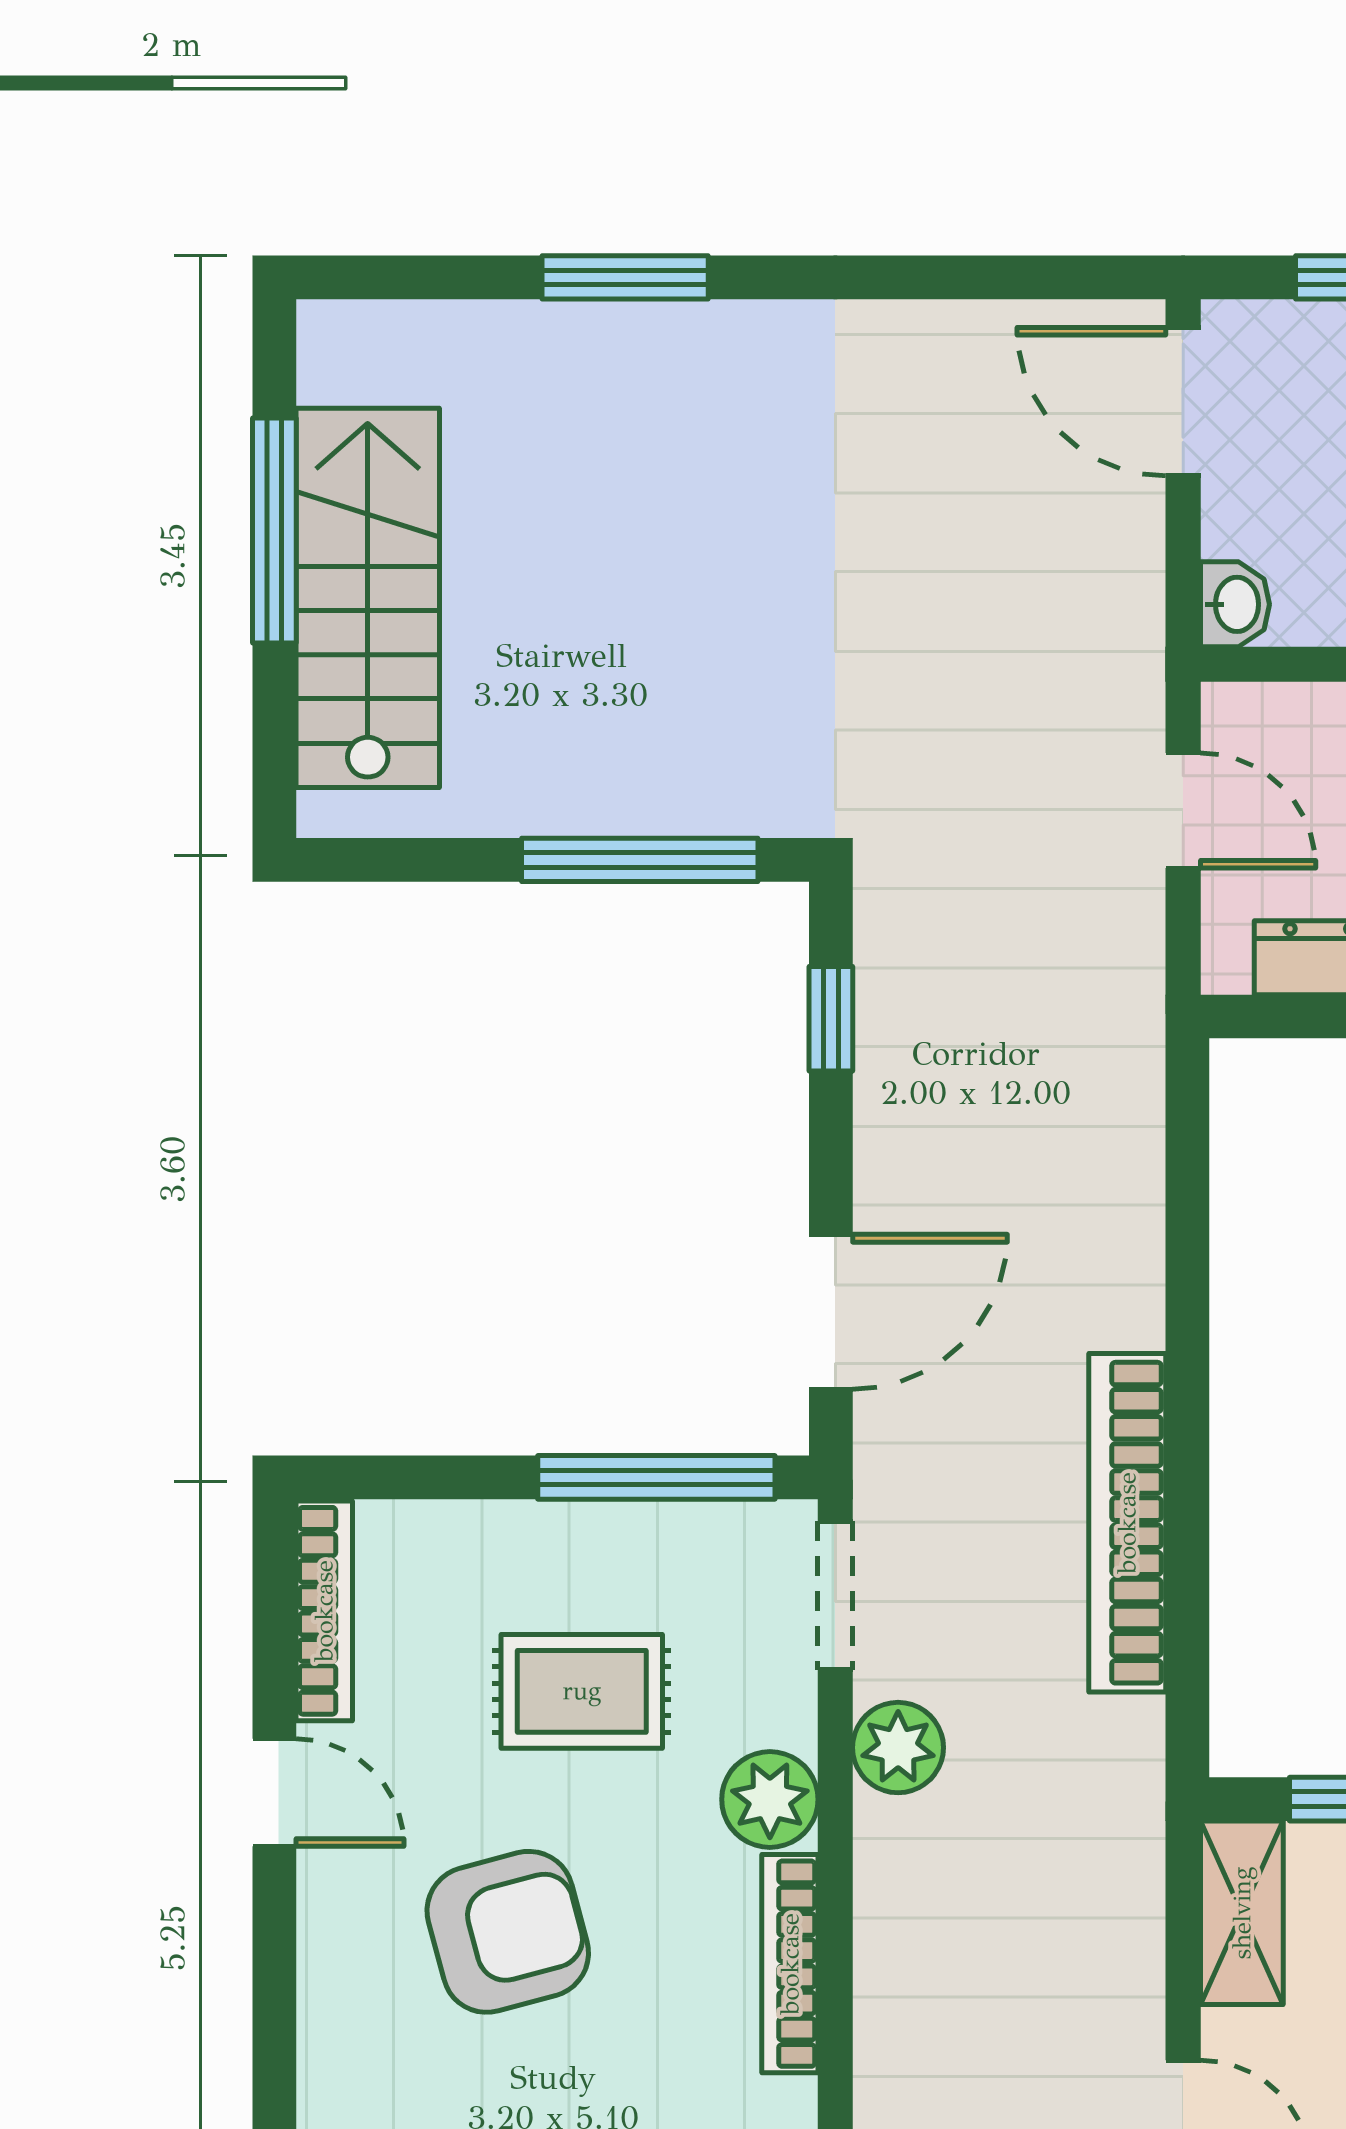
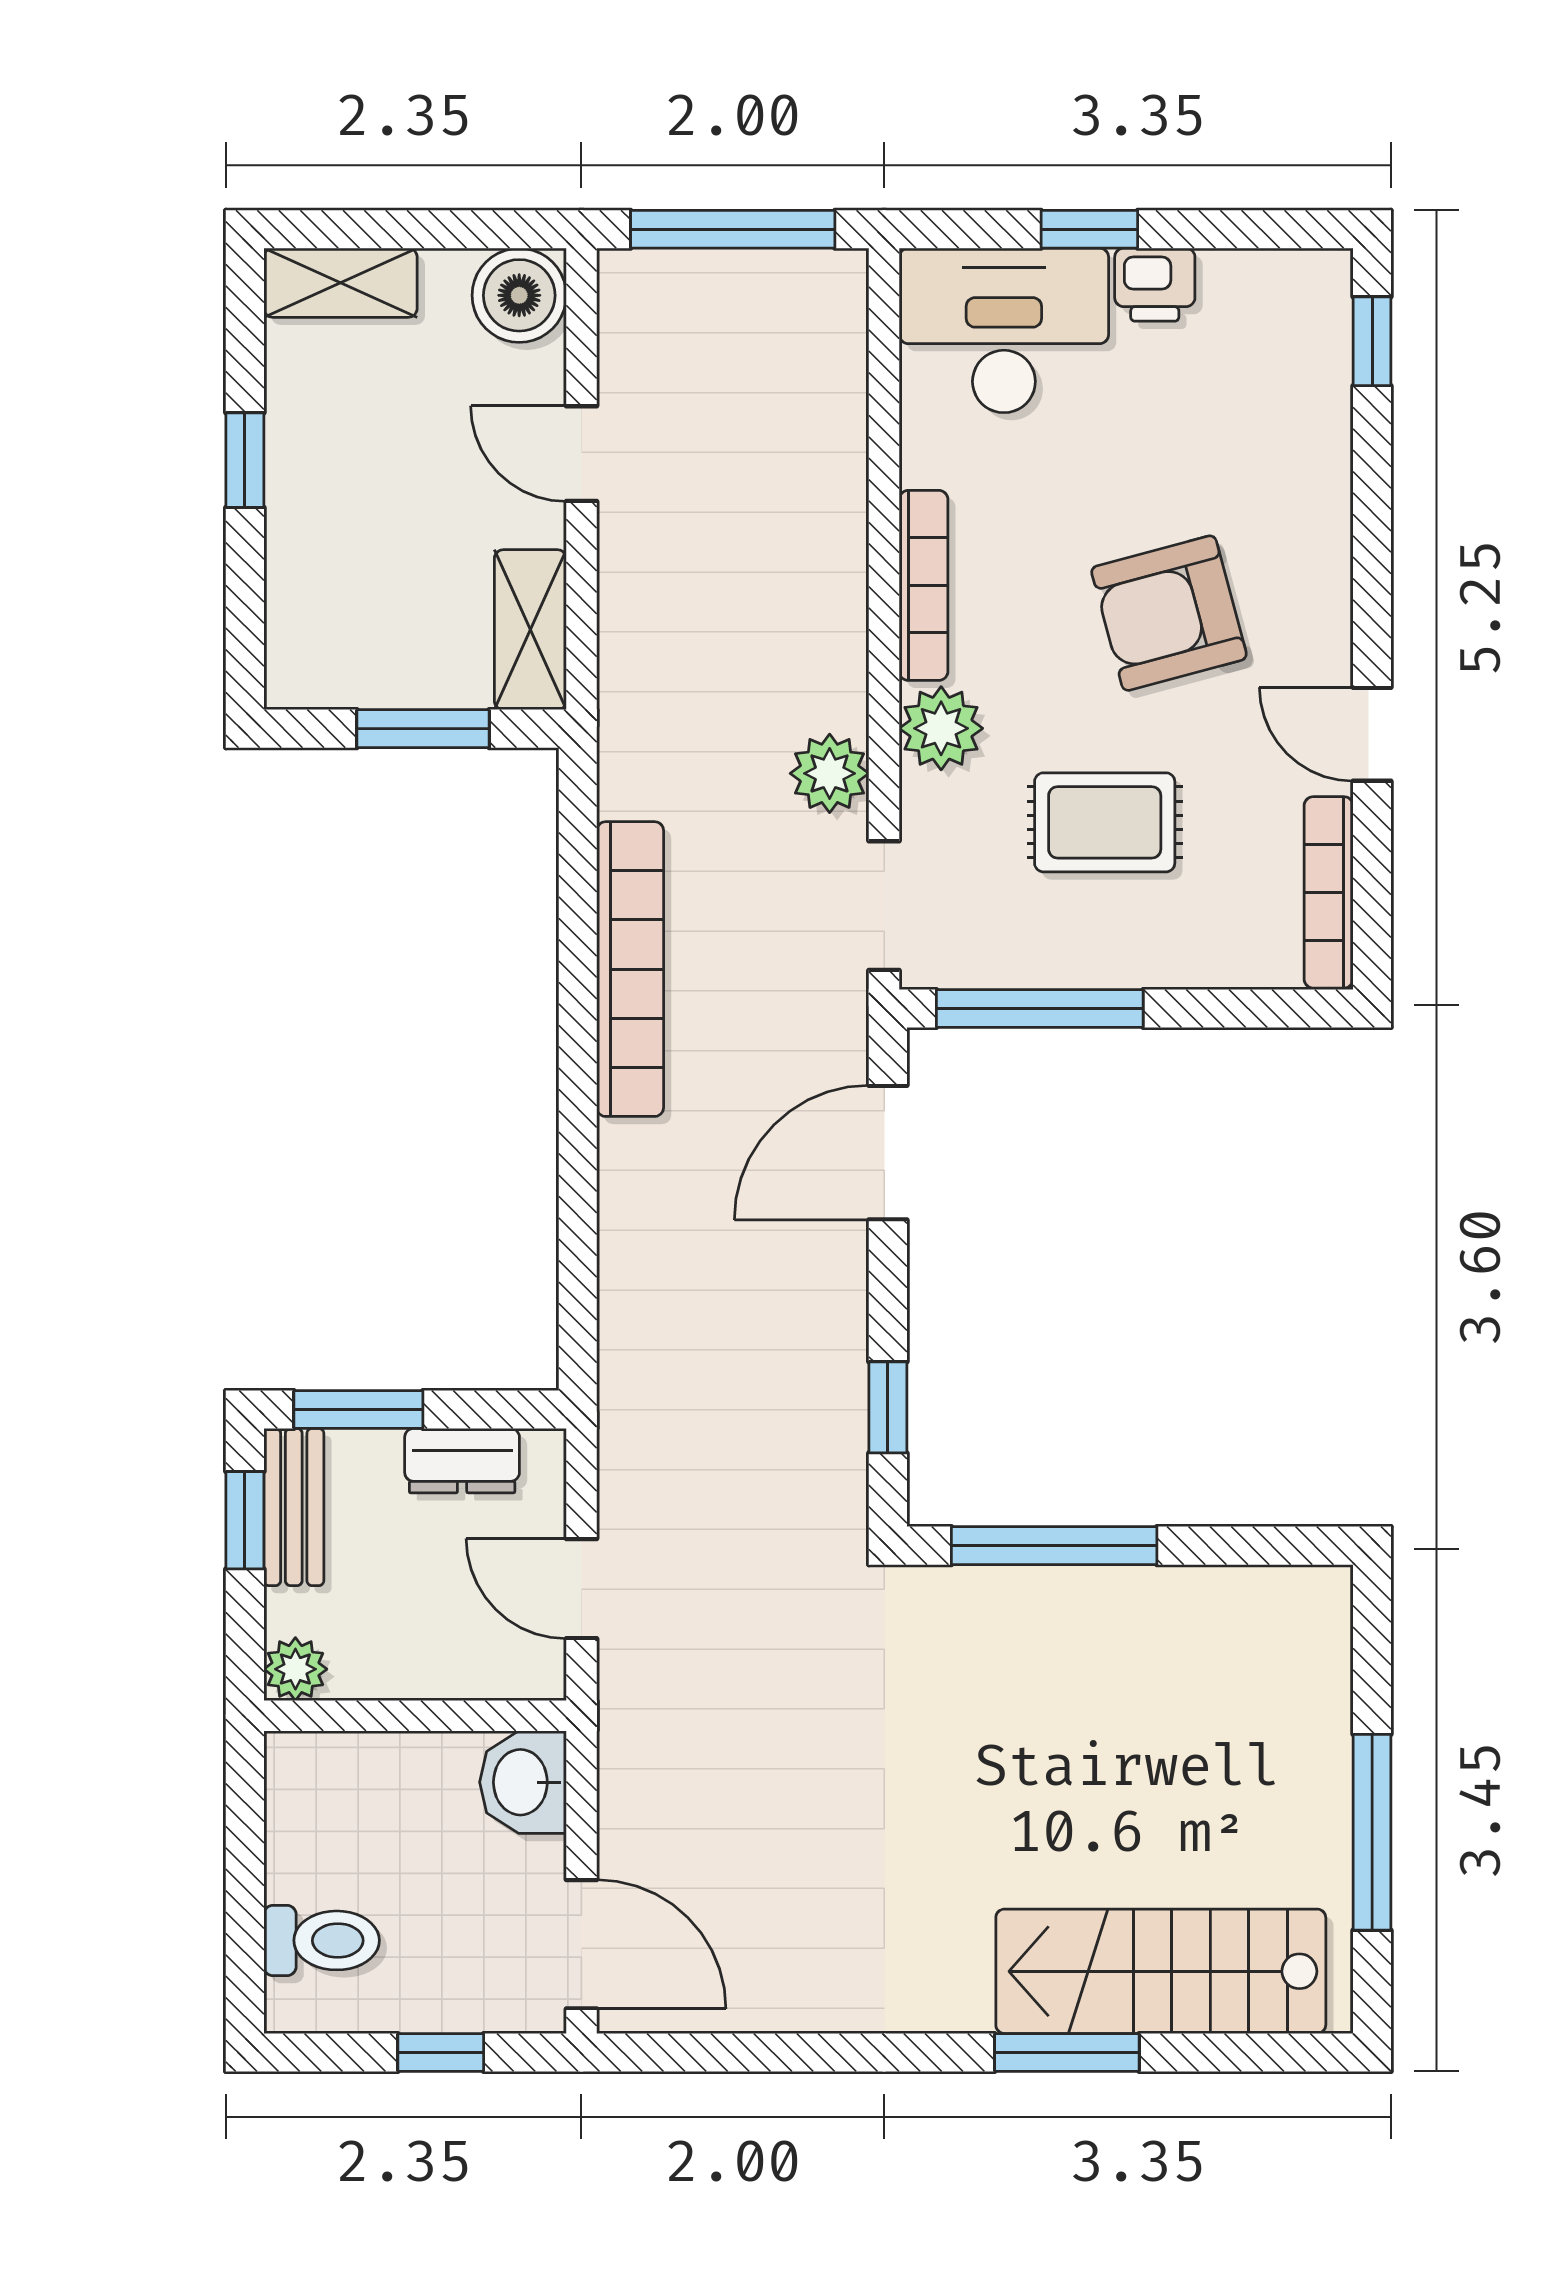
stairs: (368, 598) -> (1161, 1971), moved, turned 90
washbasin: (1235, 604) -> (523, 1782), width x1.38, depth x1.45

